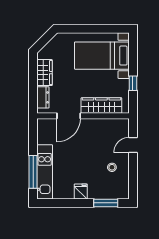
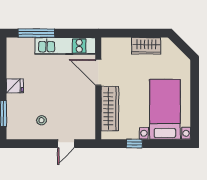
dresser: (43, 97) -> (119, 44), removed
door: (133, 145) -> (66, 144), swing flipped
kitchen unit: (45, 172) -> (65, 46), moved

